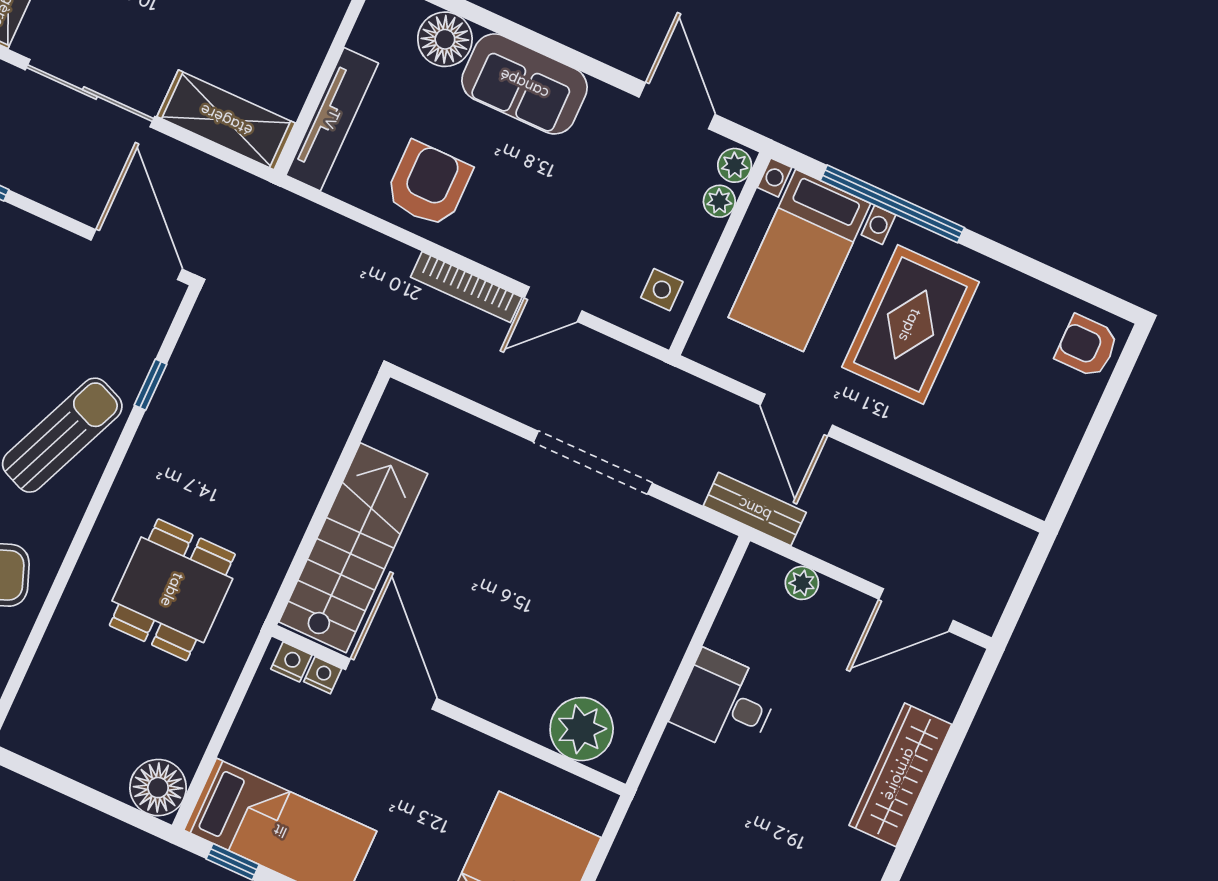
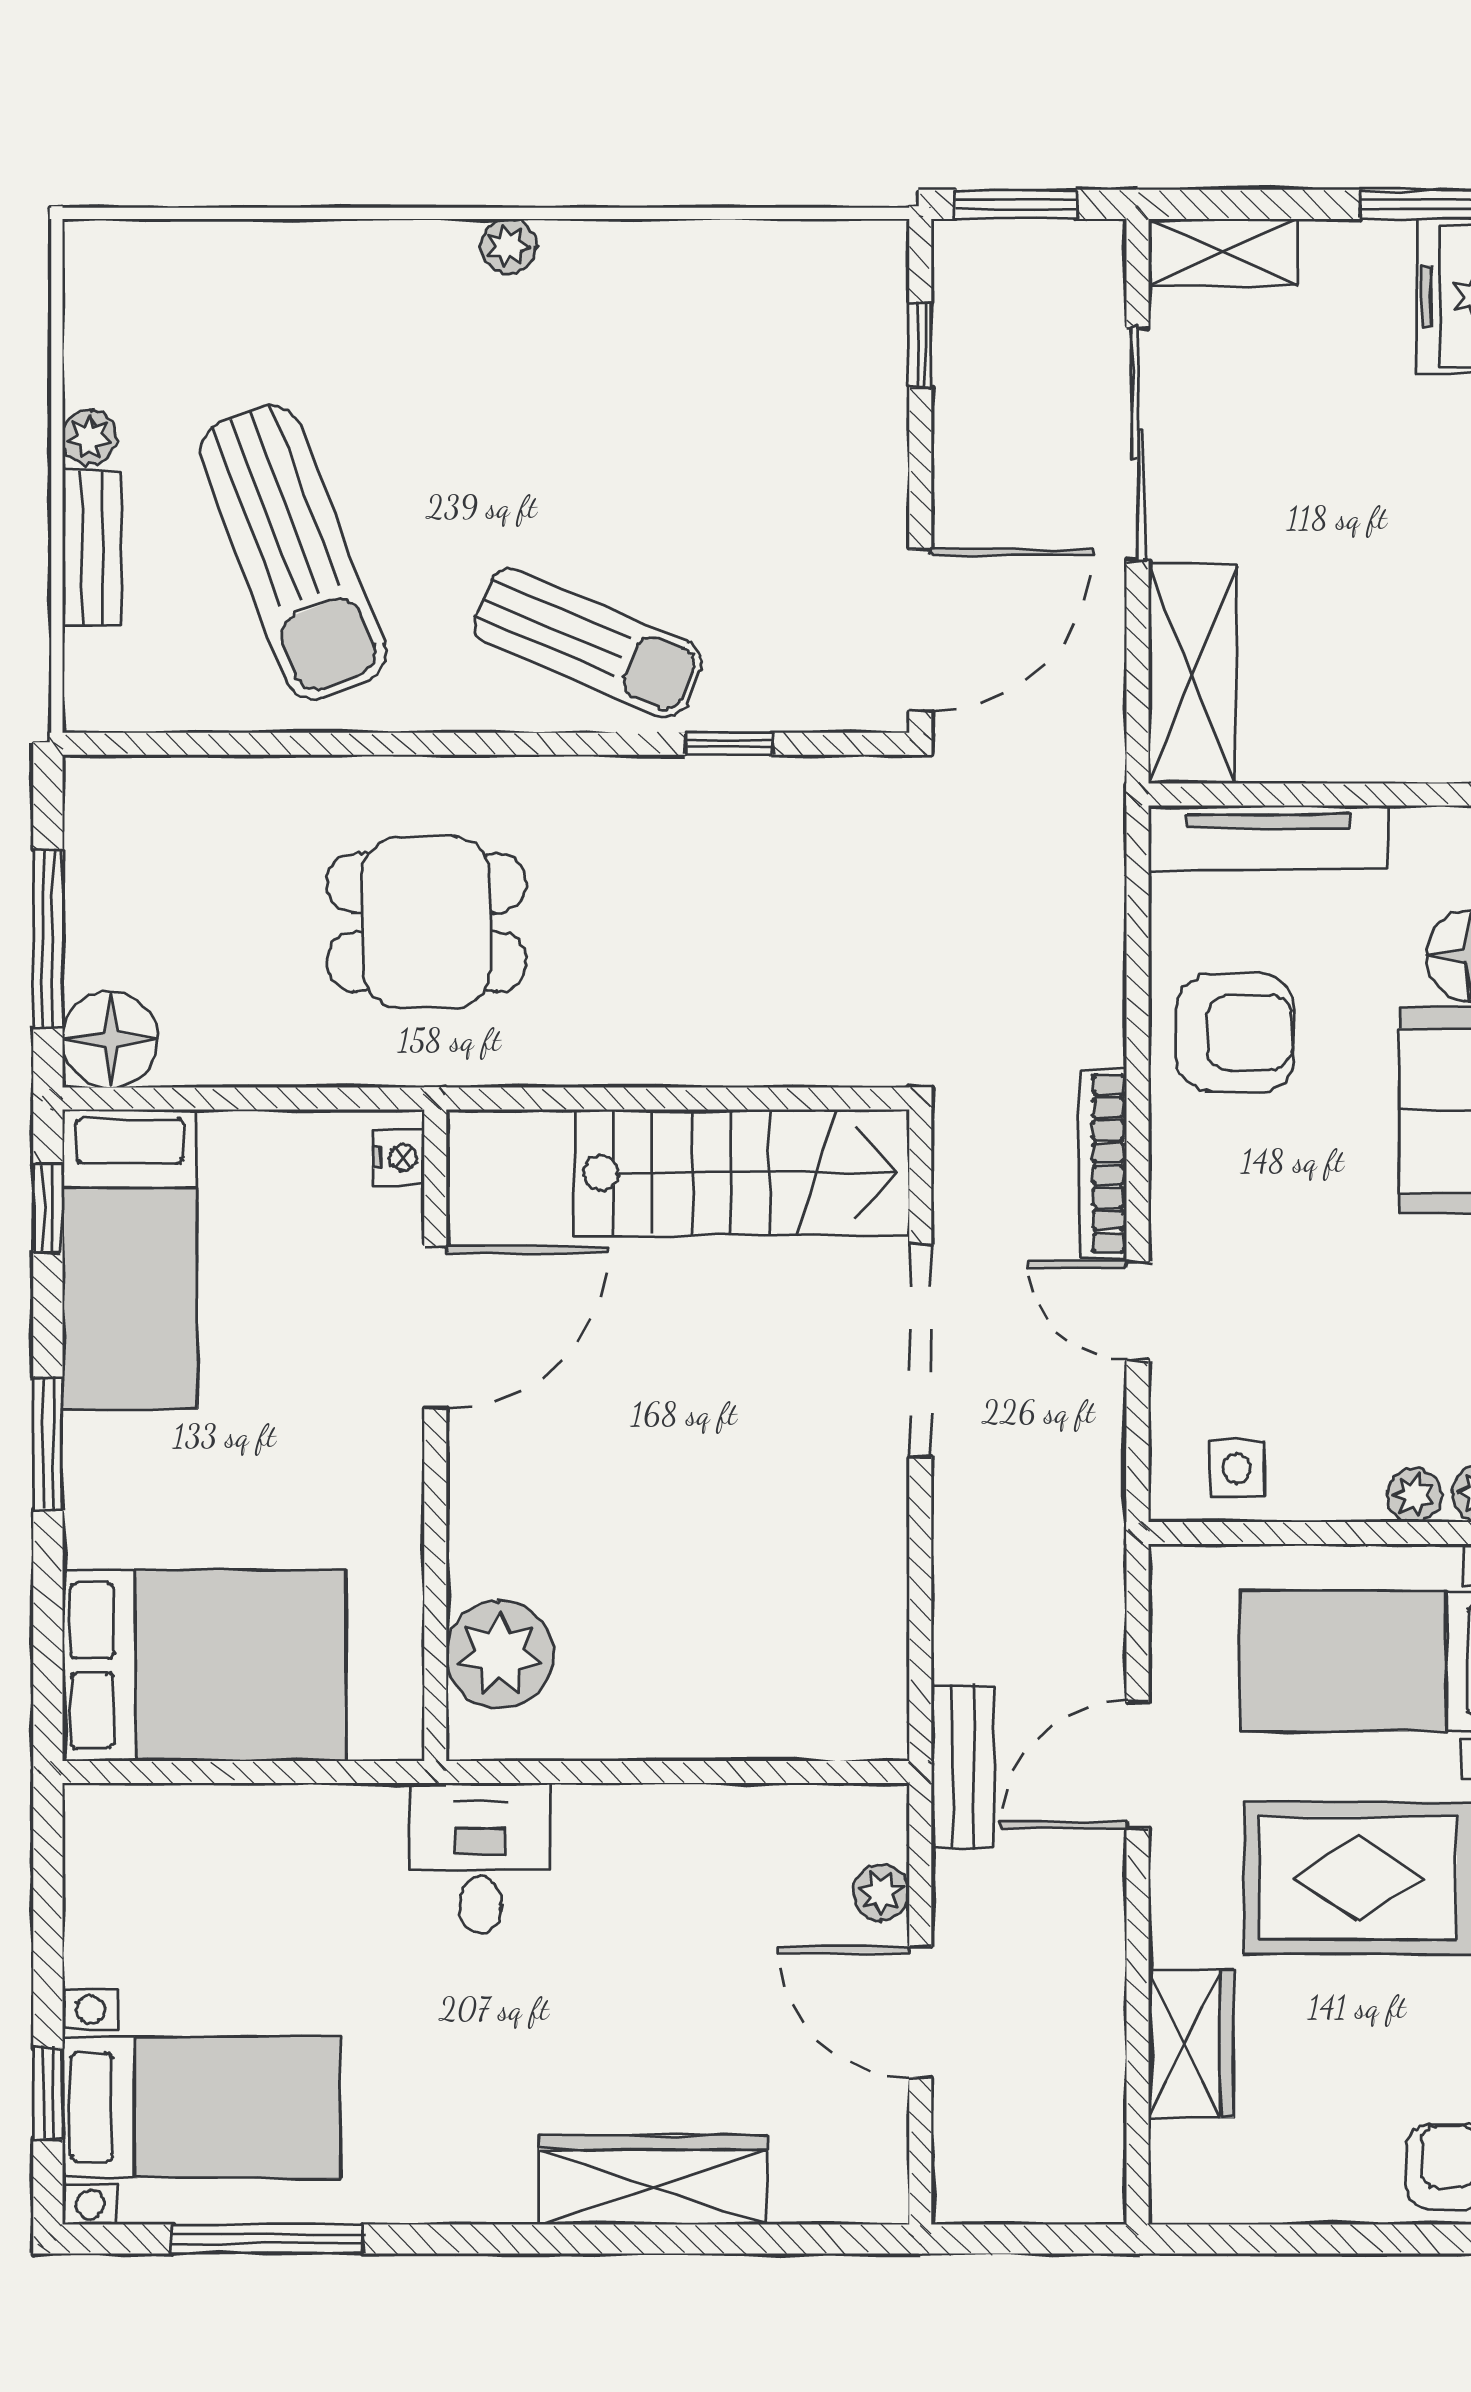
wardrobe: (958, 454) -> (1191, 2044), added
doorway: (593, 463) -> (920, 1350), moved
stairs: (353, 548) -> (742, 1173), moved
door: (916, 610) -> (920, 2012), moved
nightstand: (323, 675) -> (401, 1215), removed
desk: (725, 702) -> (480, 1858), moved
window: (89, 796) -> (48, 938), added

